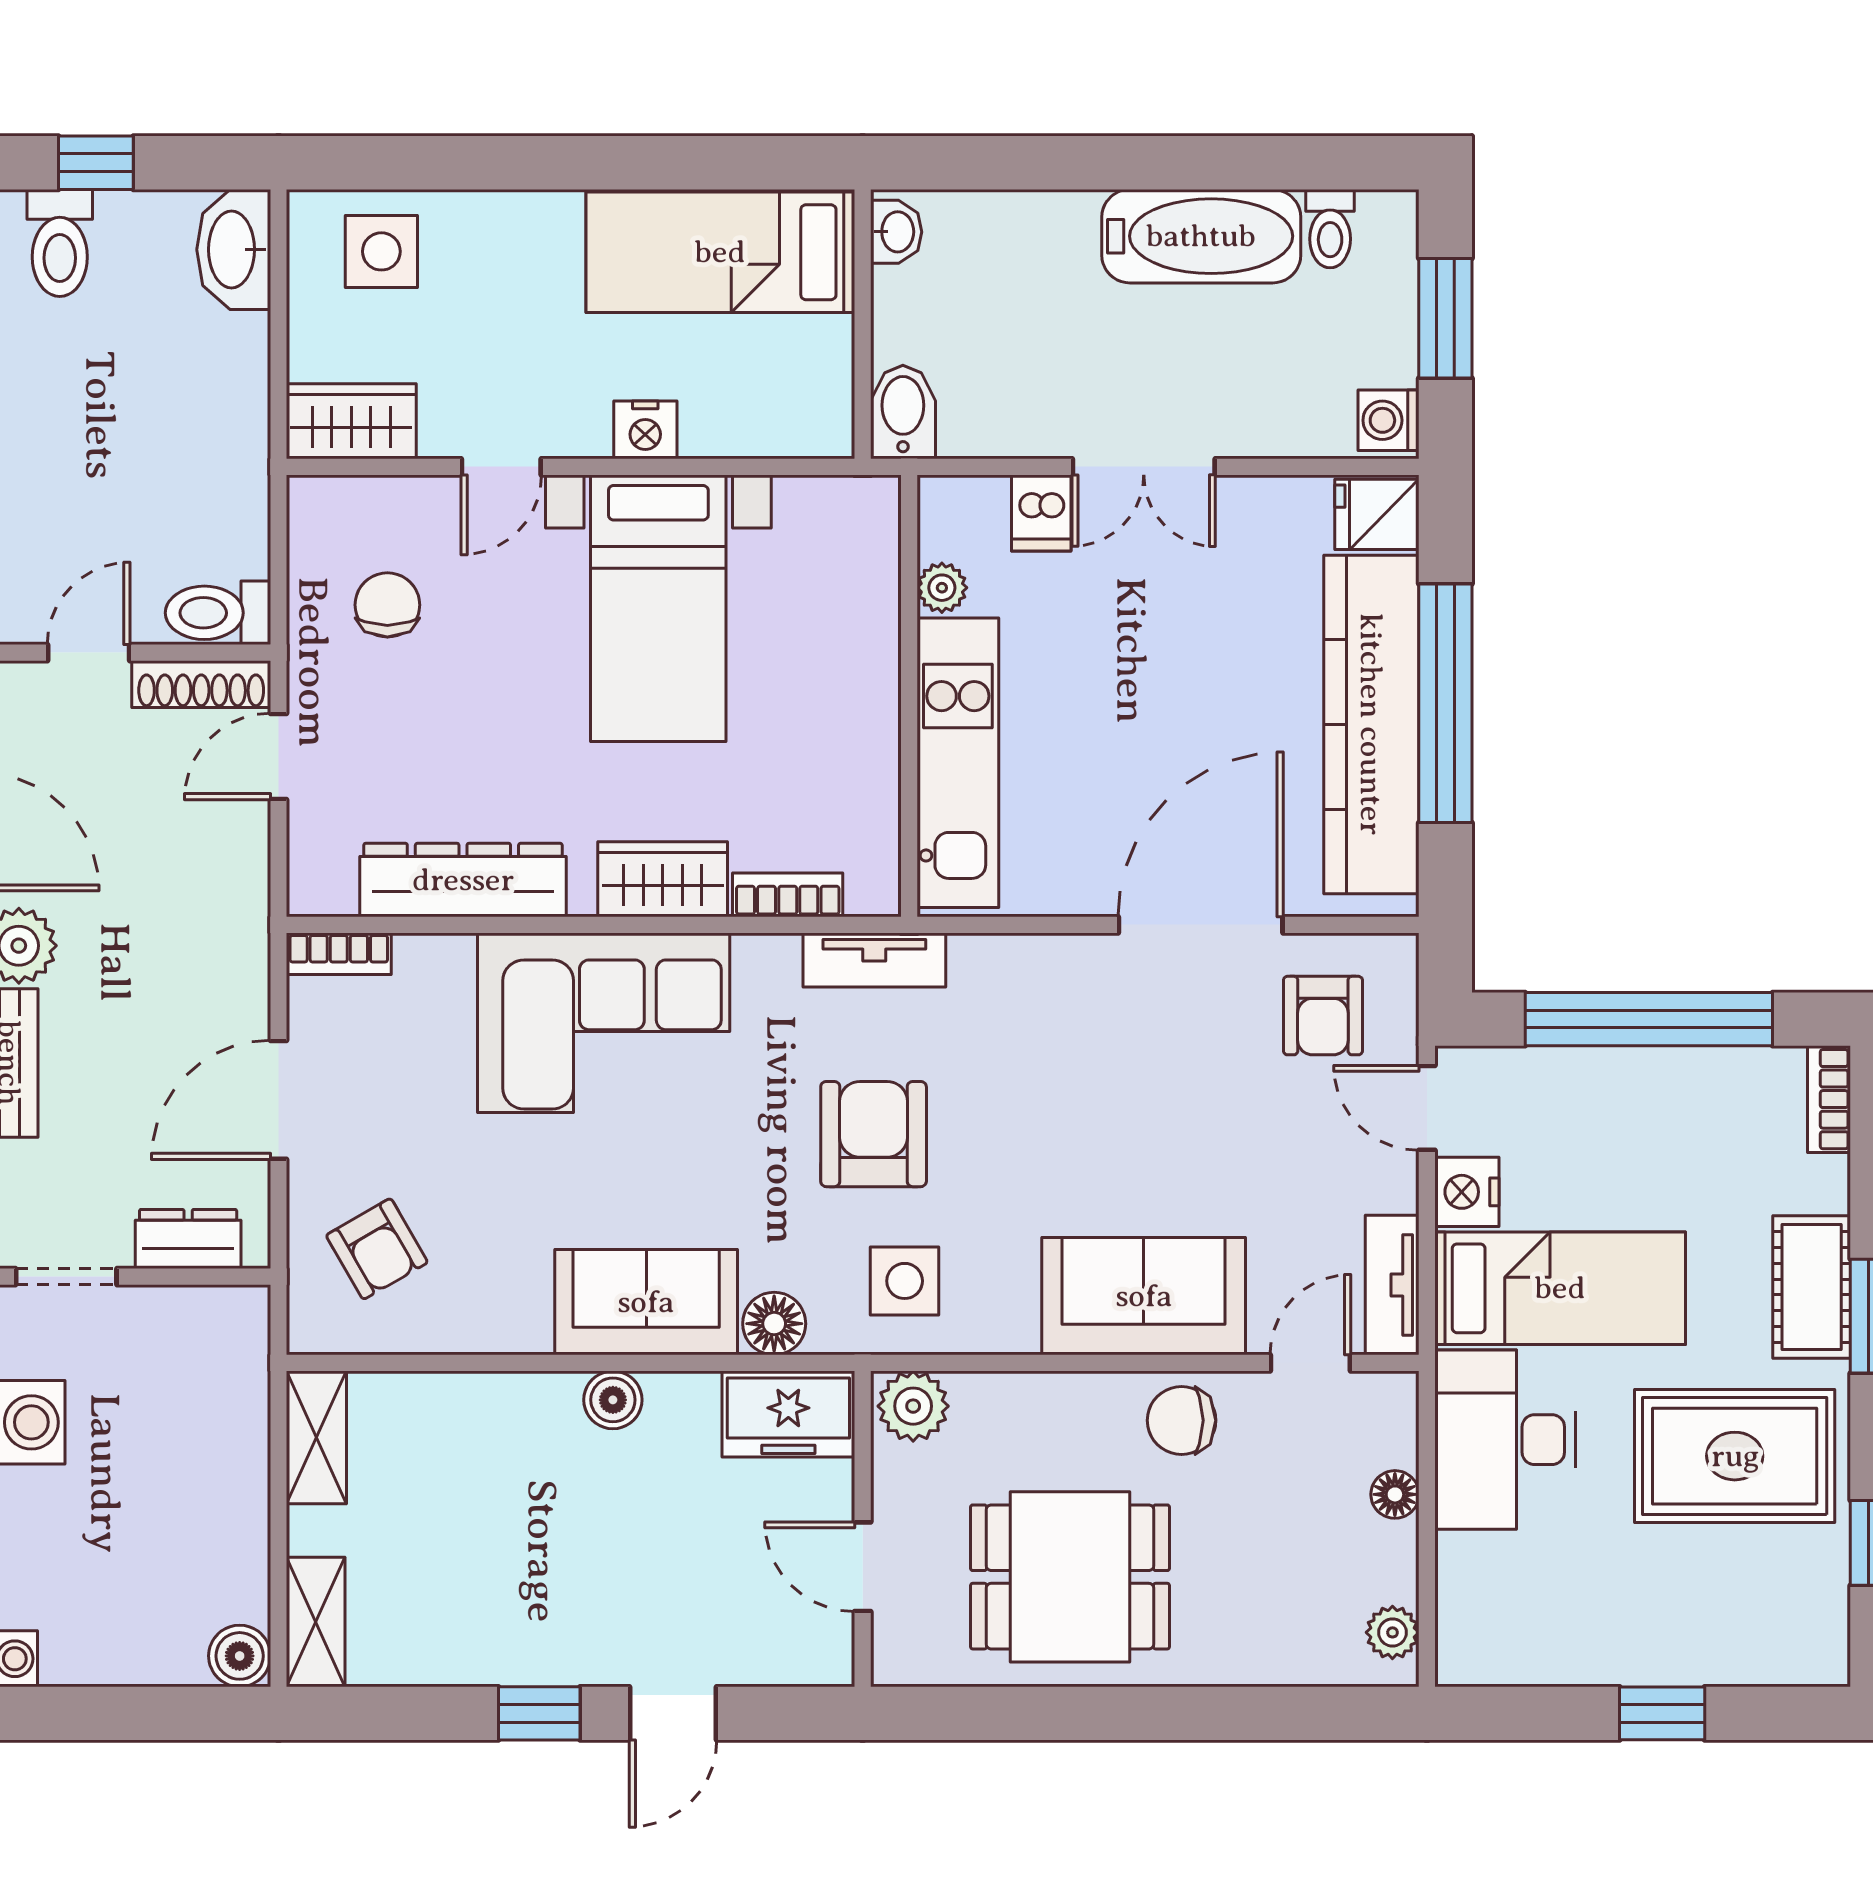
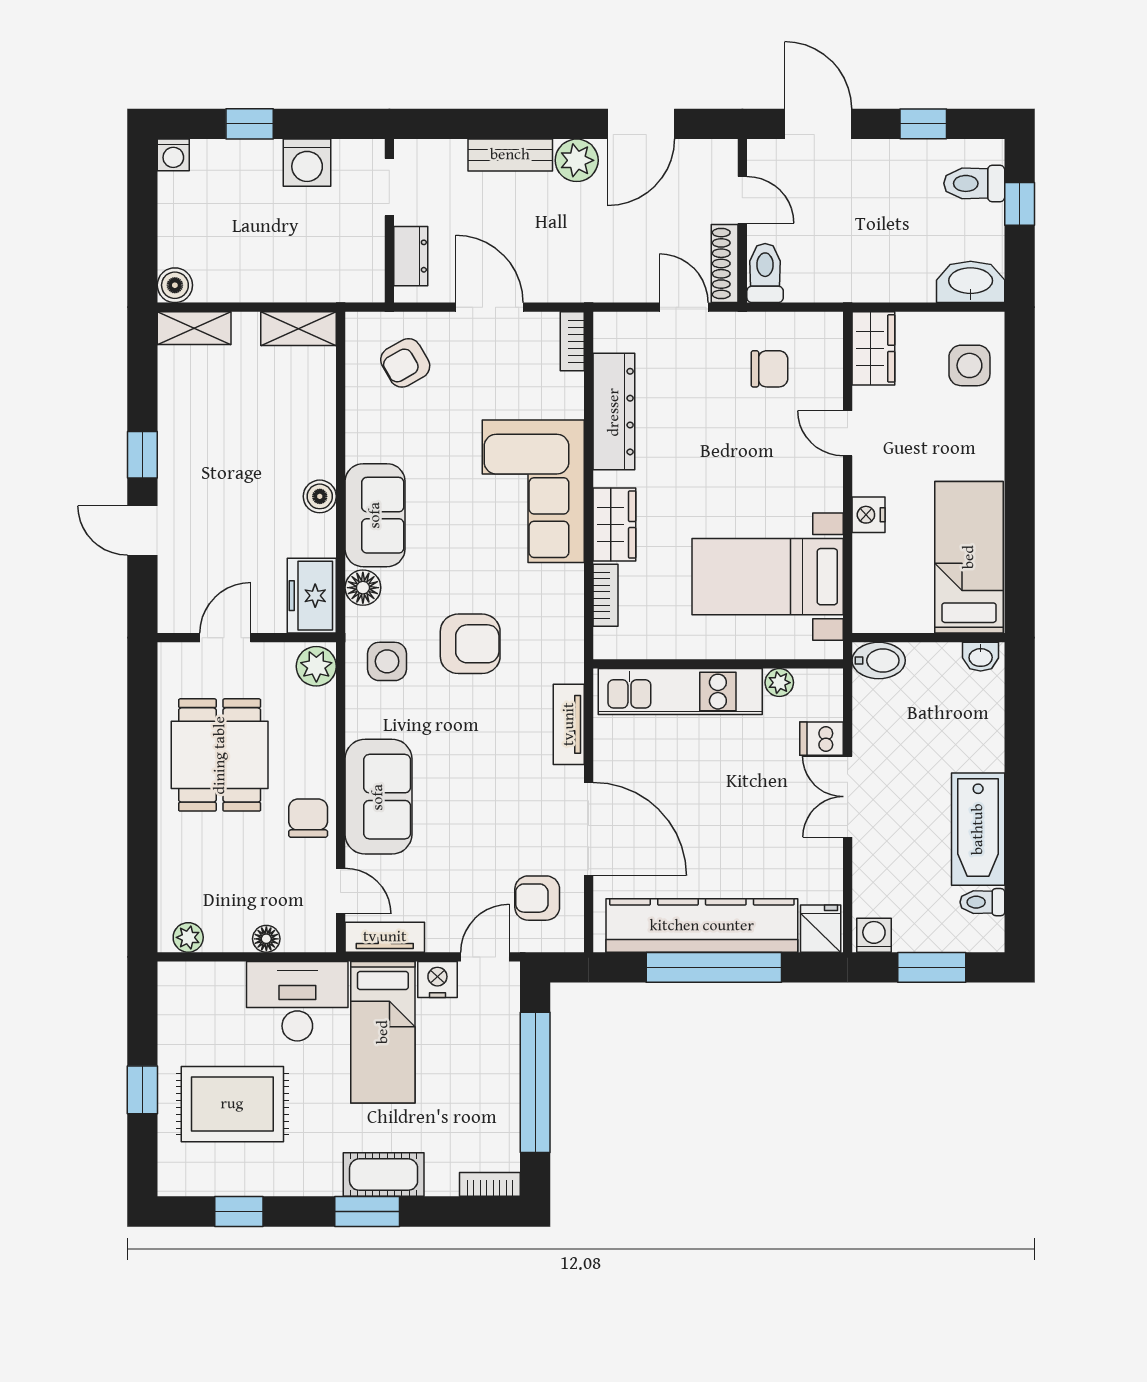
bed with nightstands: (658, 608) -> (768, 577), moved
tv unit: (874, 960) -> (569, 724), moved
rug: (1735, 1456) -> (232, 1104), moved, turned 90

